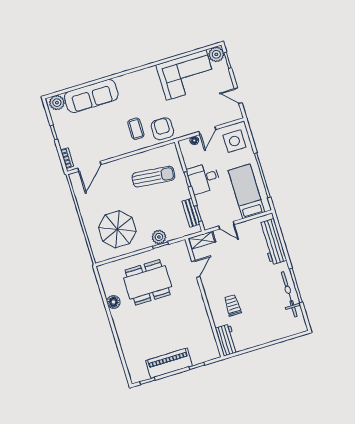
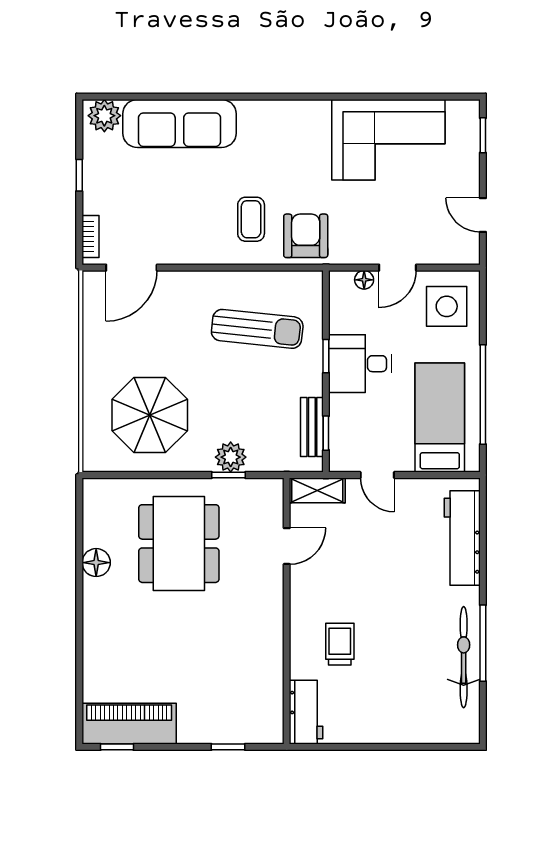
plant: (216, 54) -> (464, 116), removed
dining table: (148, 282) -> (179, 544), turned 90
piano: (169, 363) -> (129, 724), moved

